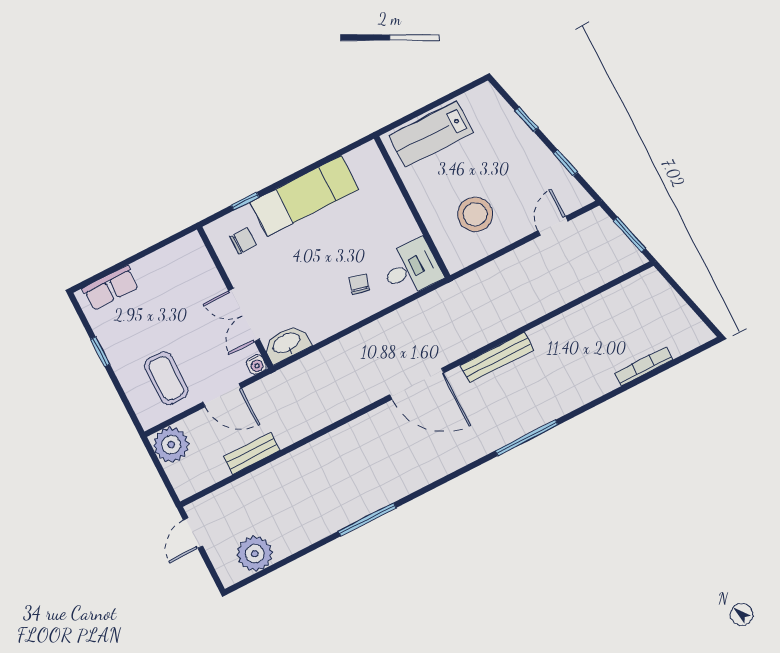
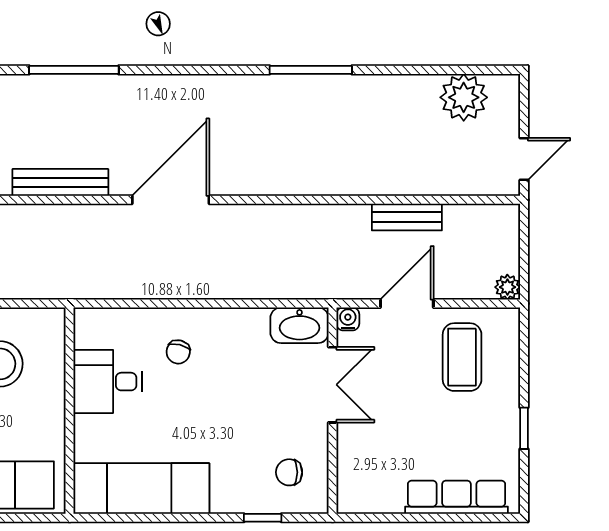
exam couch: (305, 196) -> (141, 489), moved
desk: (411, 268) -> (108, 382), moved
row of seats: (111, 288) -> (456, 497), width x1.48
door: (417, 384) -> (171, 200), hinge flipped
door: (222, 395) -> (407, 304), hinge flipped
plant: (171, 445) -> (507, 287), width x0.53, depth x0.53

